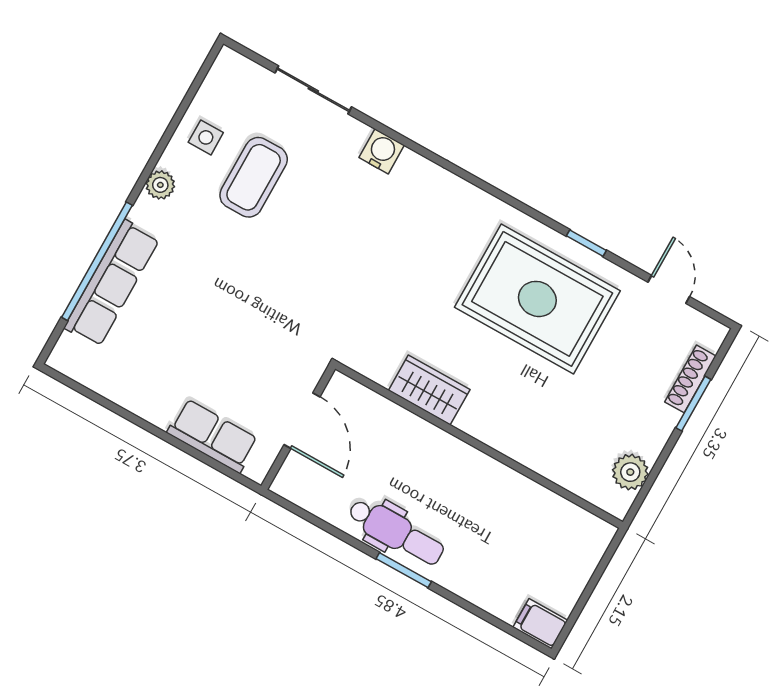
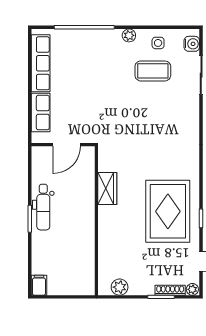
water cooler: (382, 151) -> (192, 44), moved
row of seats: (112, 283) -> (41, 63), moved, turned -90
plant: (713, 336) -> (192, 289), added

